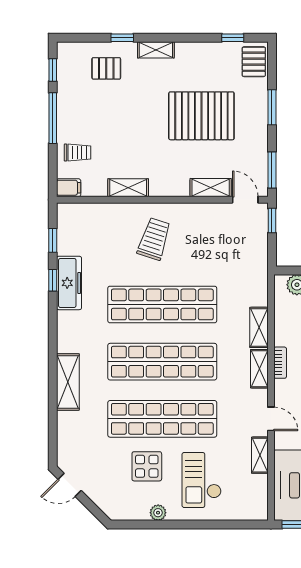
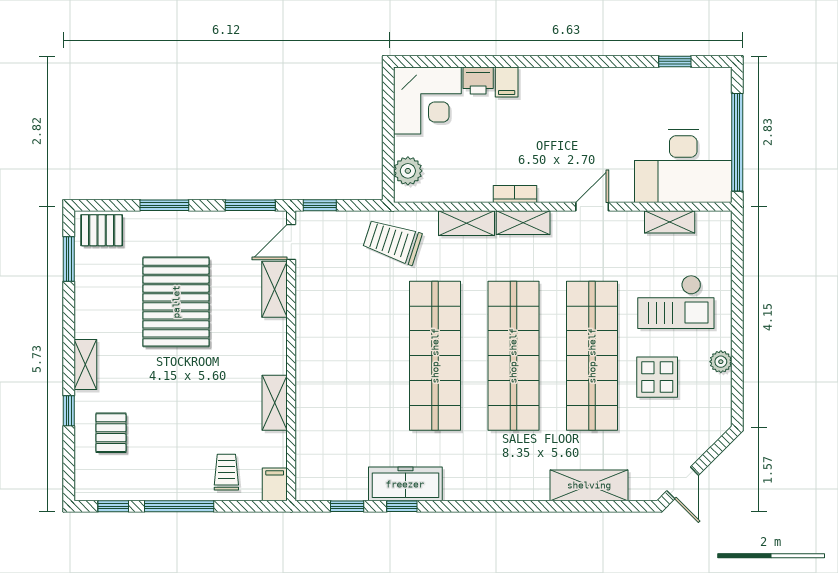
window: (233, 38) -> (69, 259), width x1.50
trolley: (154, 239) -> (392, 242), moved
shelving: (68, 382) -> (589, 485), moved
shelving: (260, 455) -> (670, 222), moved

